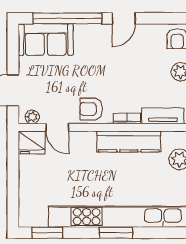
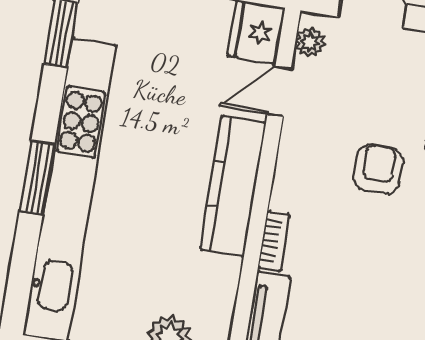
armchair: (91, 109) -> (378, 169), moved
kitchen counter: (129, 141) -> (233, 186), moved

